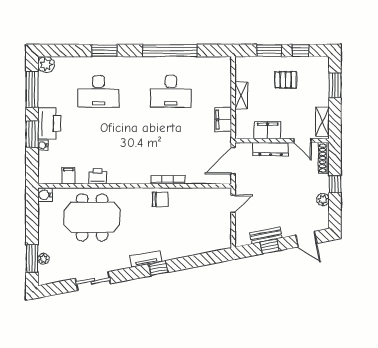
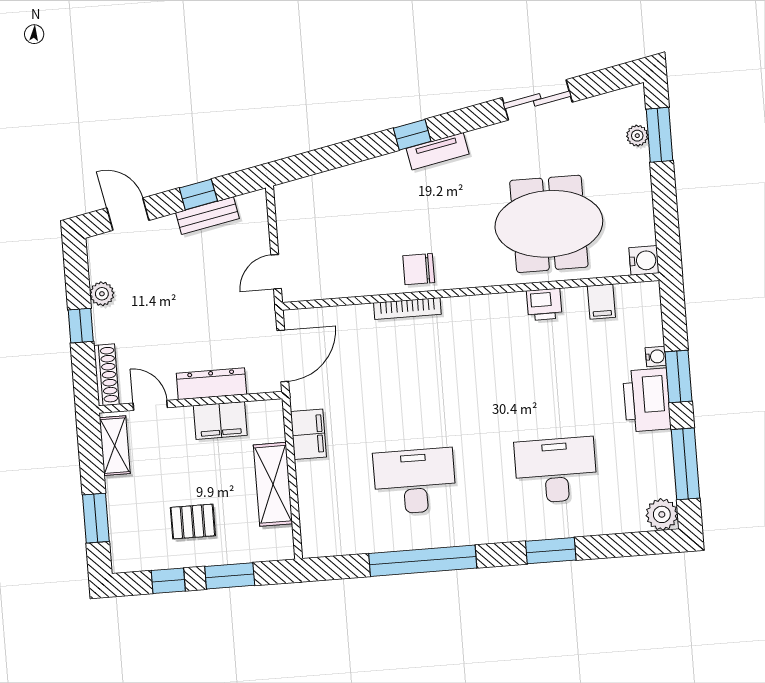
shelving: (241, 96) -> (273, 484), width x1.50, depth x1.33

